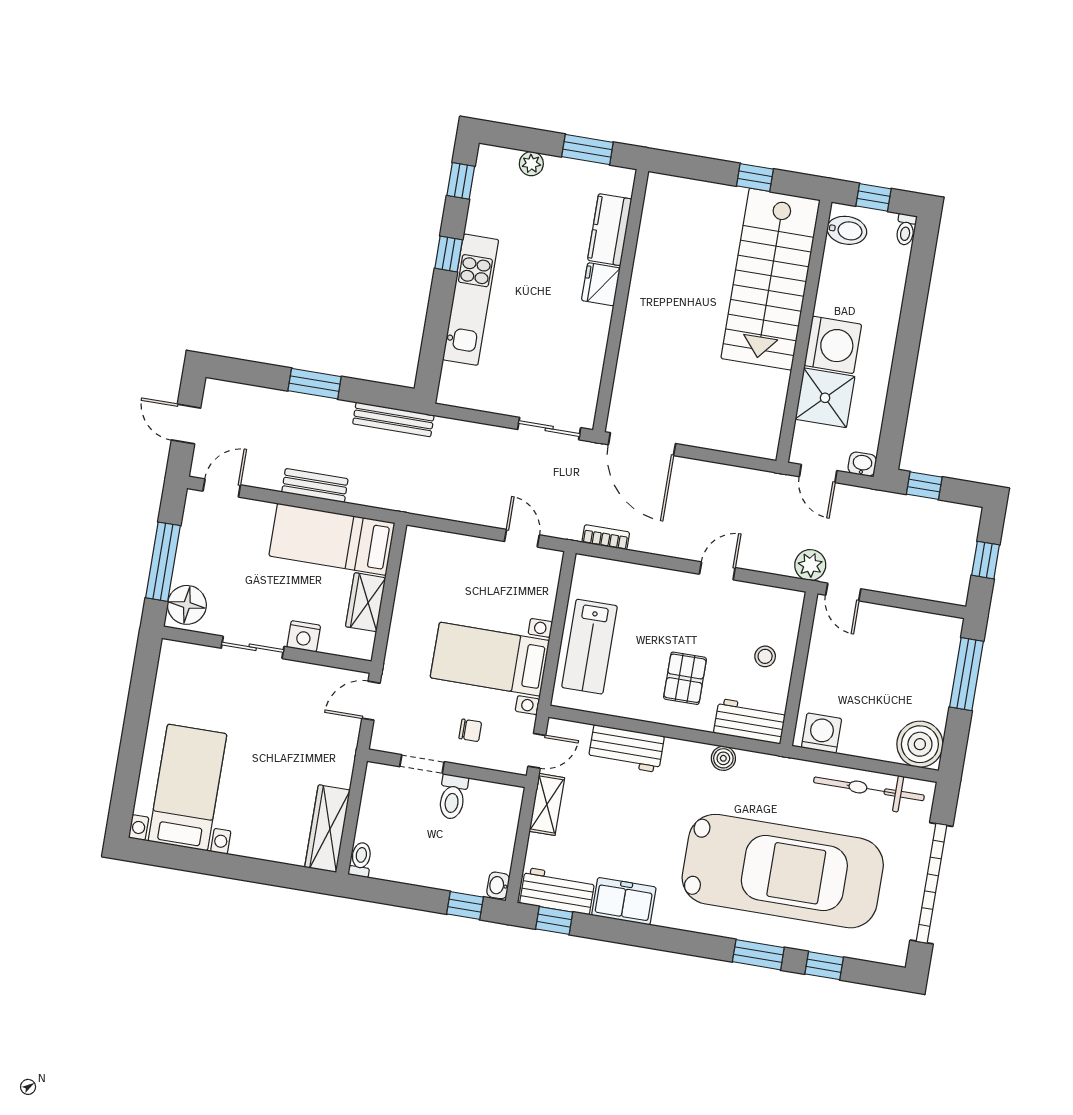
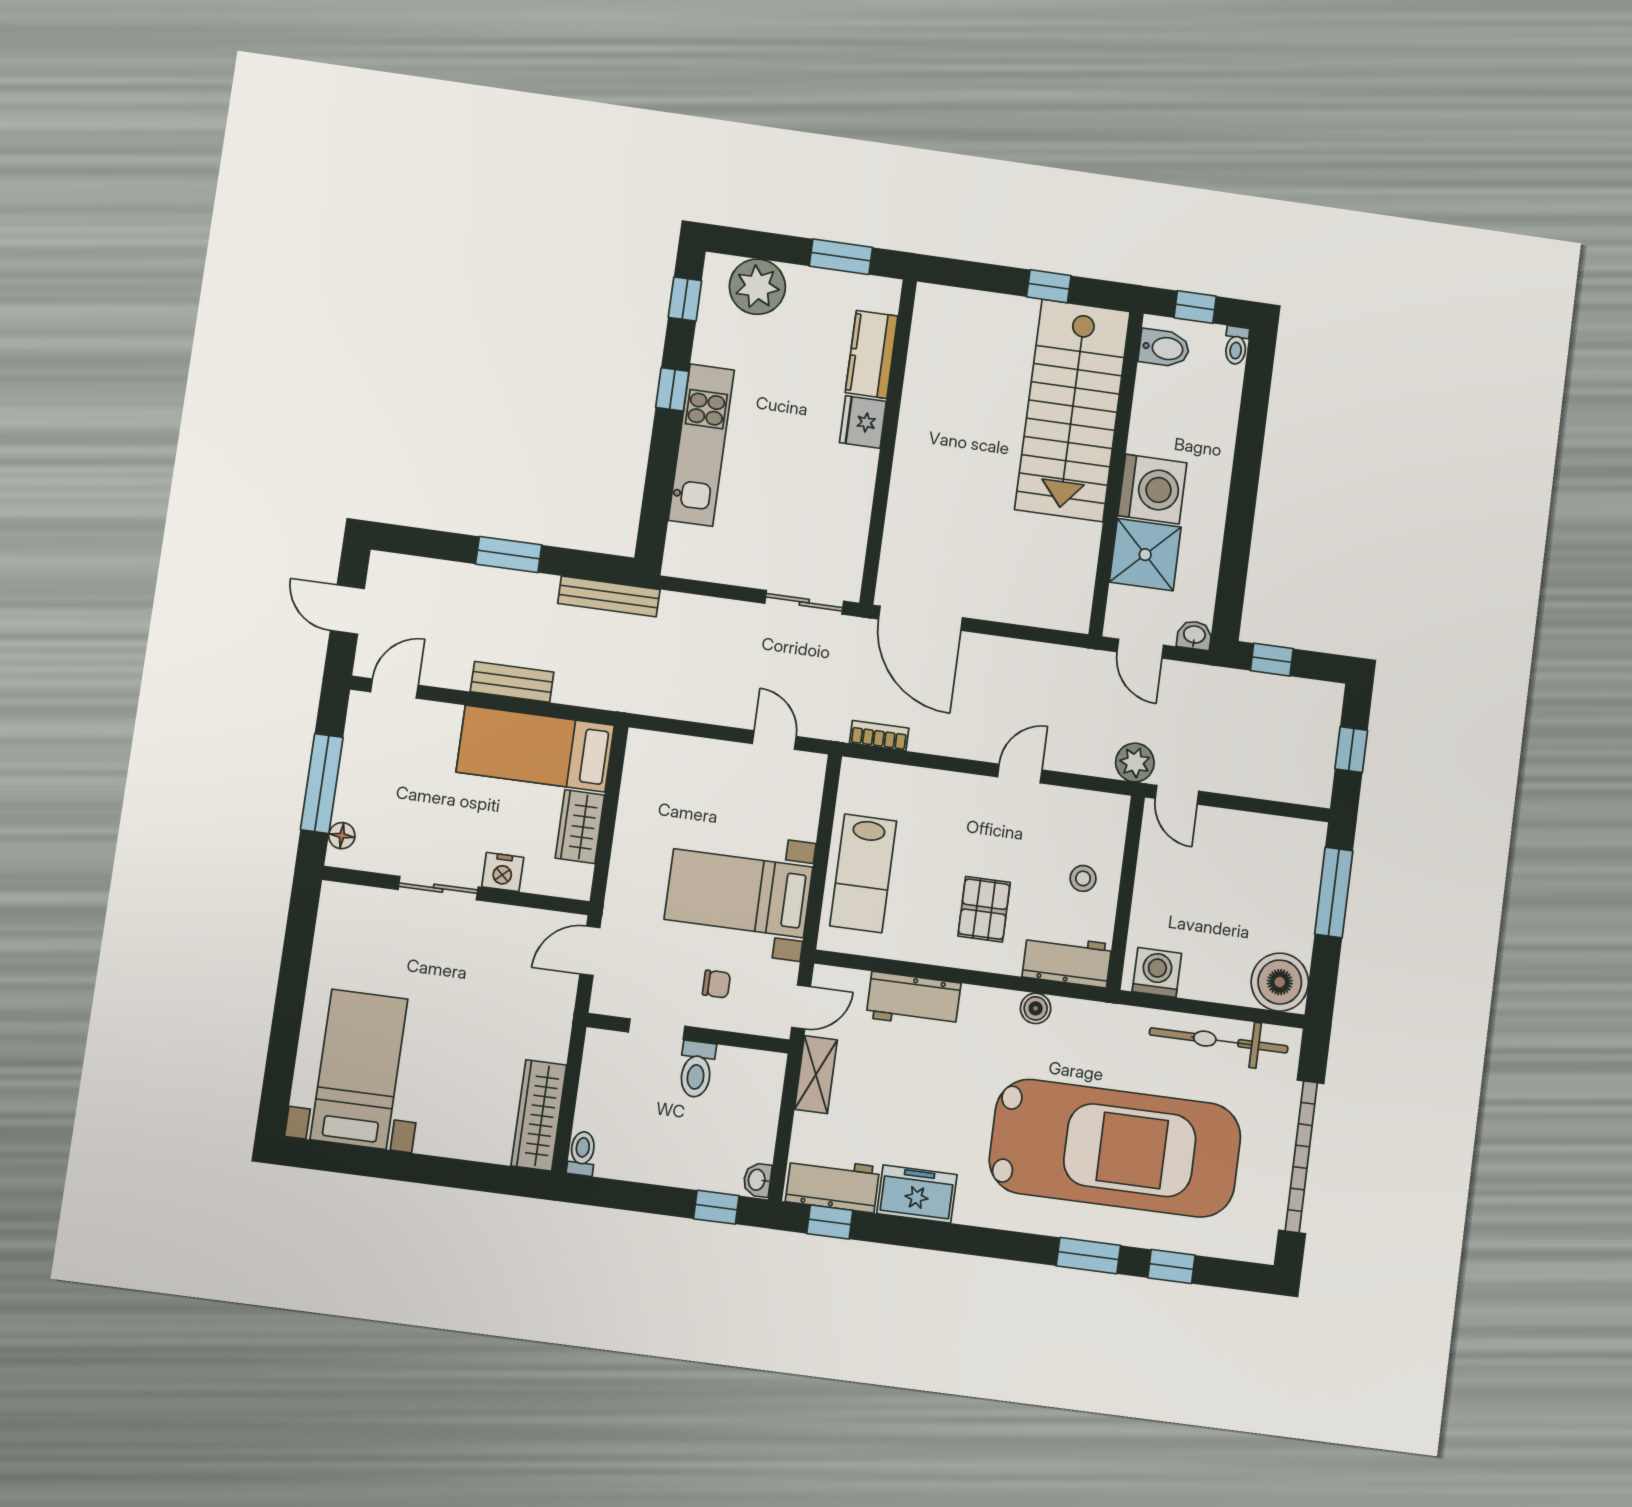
plant: (531, 164) -> (757, 287), width x1.87, depth x1.87
floor lamp: (187, 605) -> (342, 836), width x0.53, depth x0.53

